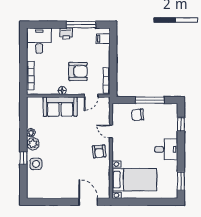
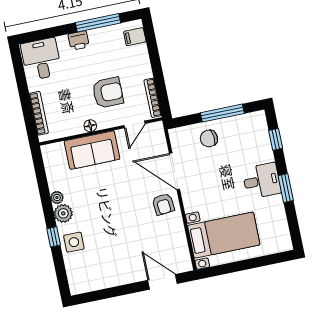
door: (111, 131) -> (175, 171), width x1.87
window: (181, 181) -> (286, 188), moved

